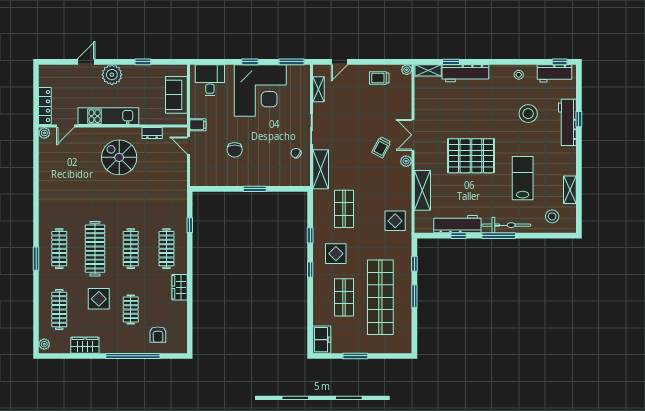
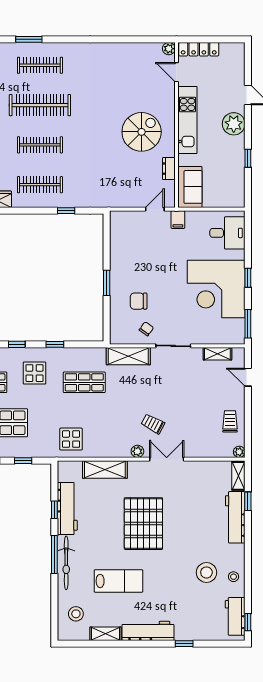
sofa: (176, 95) -> (190, 187), moved, turned 90
stool: (528, 114) -> (206, 572), moved
workbench: (567, 122) -> (148, 631), moved
chair: (235, 150) -> (139, 301), moved

